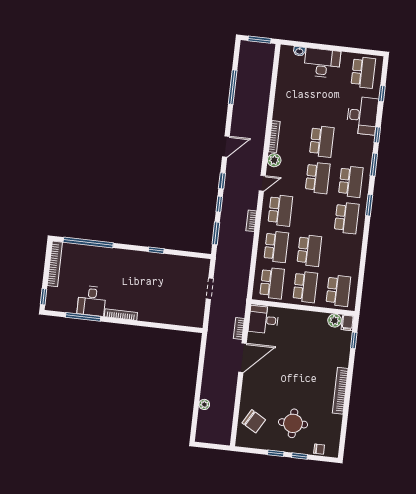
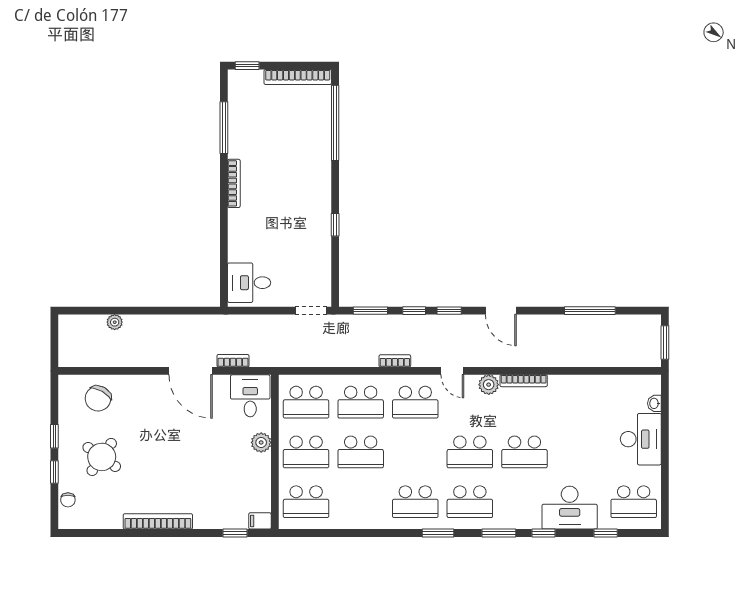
doorway: (210, 289) -> (311, 311), moved
desk: (92, 301) -> (249, 283), moved
plant: (335, 321) -> (261, 442), moved
round table: (293, 423) -> (102, 457), turned 35

